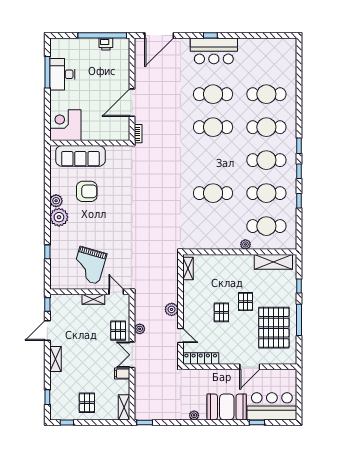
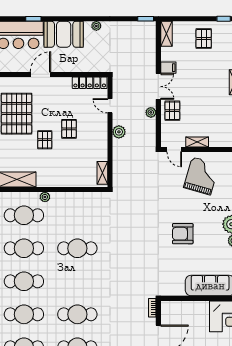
armchair: (87, 191) -> (183, 234), moved

